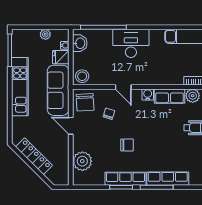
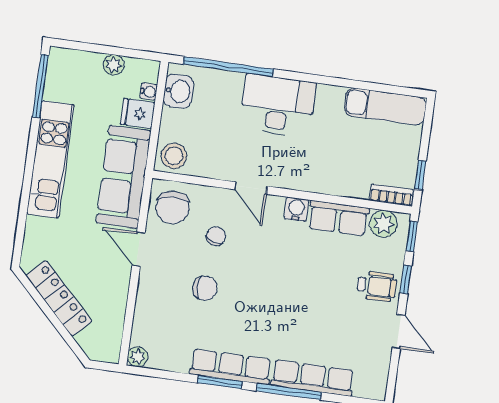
chair: (127, 145) -> (205, 288), moved
plant: (82, 161) -> (138, 357), moved, width x0.53, depth x0.53

